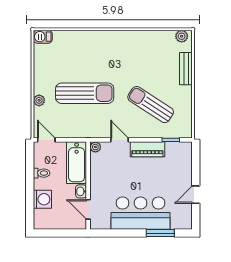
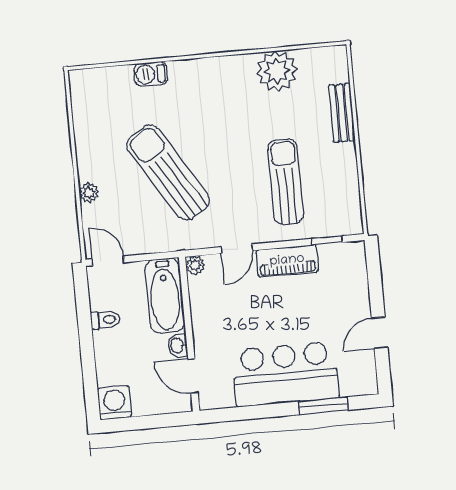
plant: (182, 36) -> (277, 71), moved, width x1.87, depth x1.87
barbecue: (43, 37) -> (151, 74), moved
sun lounger: (85, 93) -> (168, 172), turned -122
sun lounger: (151, 105) -> (286, 182), turned 57
door: (120, 140) -> (237, 249), swing flipped
washing machine: (42, 199) -> (114, 403), moved, turned -90

